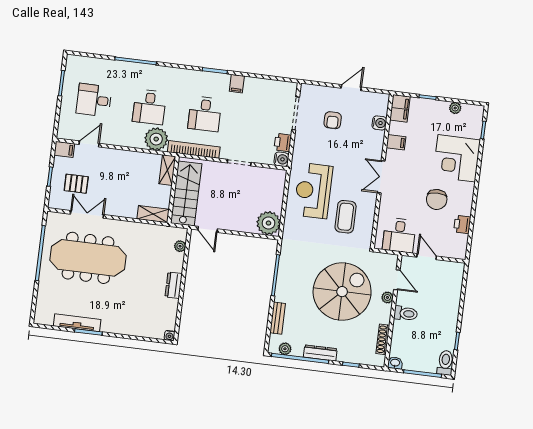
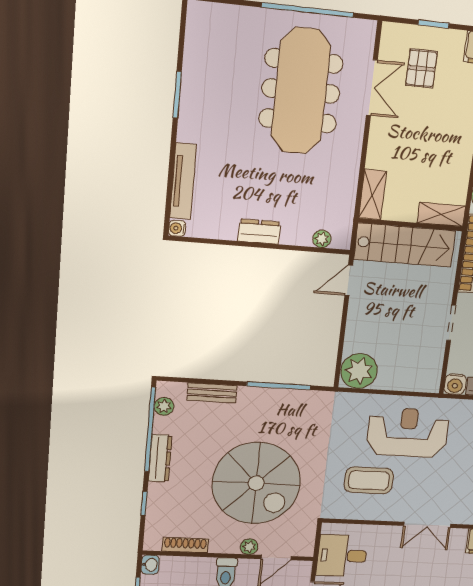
double door: (381, 177) -> (427, 525), swing flipped
tv unit: (77, 323) -> (183, 181), moved

